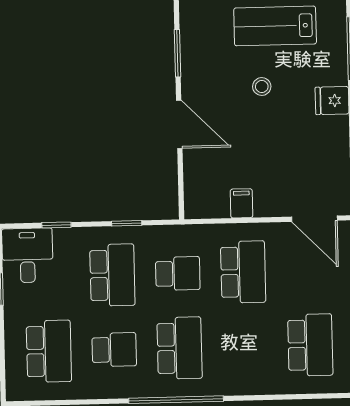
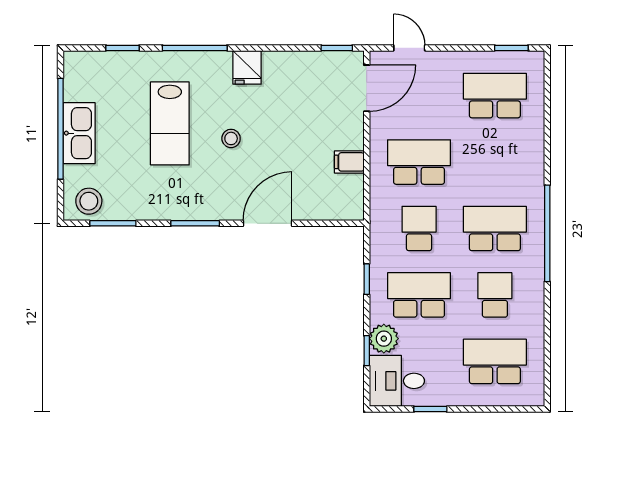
plant: (69, 242) -> (384, 339), added

